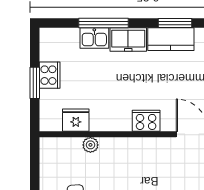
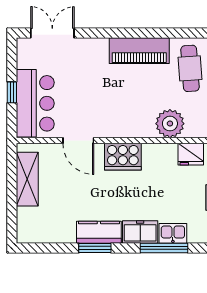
cooker: (146, 121) -> (123, 157), width x1.37, depth x1.31
plant: (90, 145) -> (170, 124), width x1.88, depth x1.88

